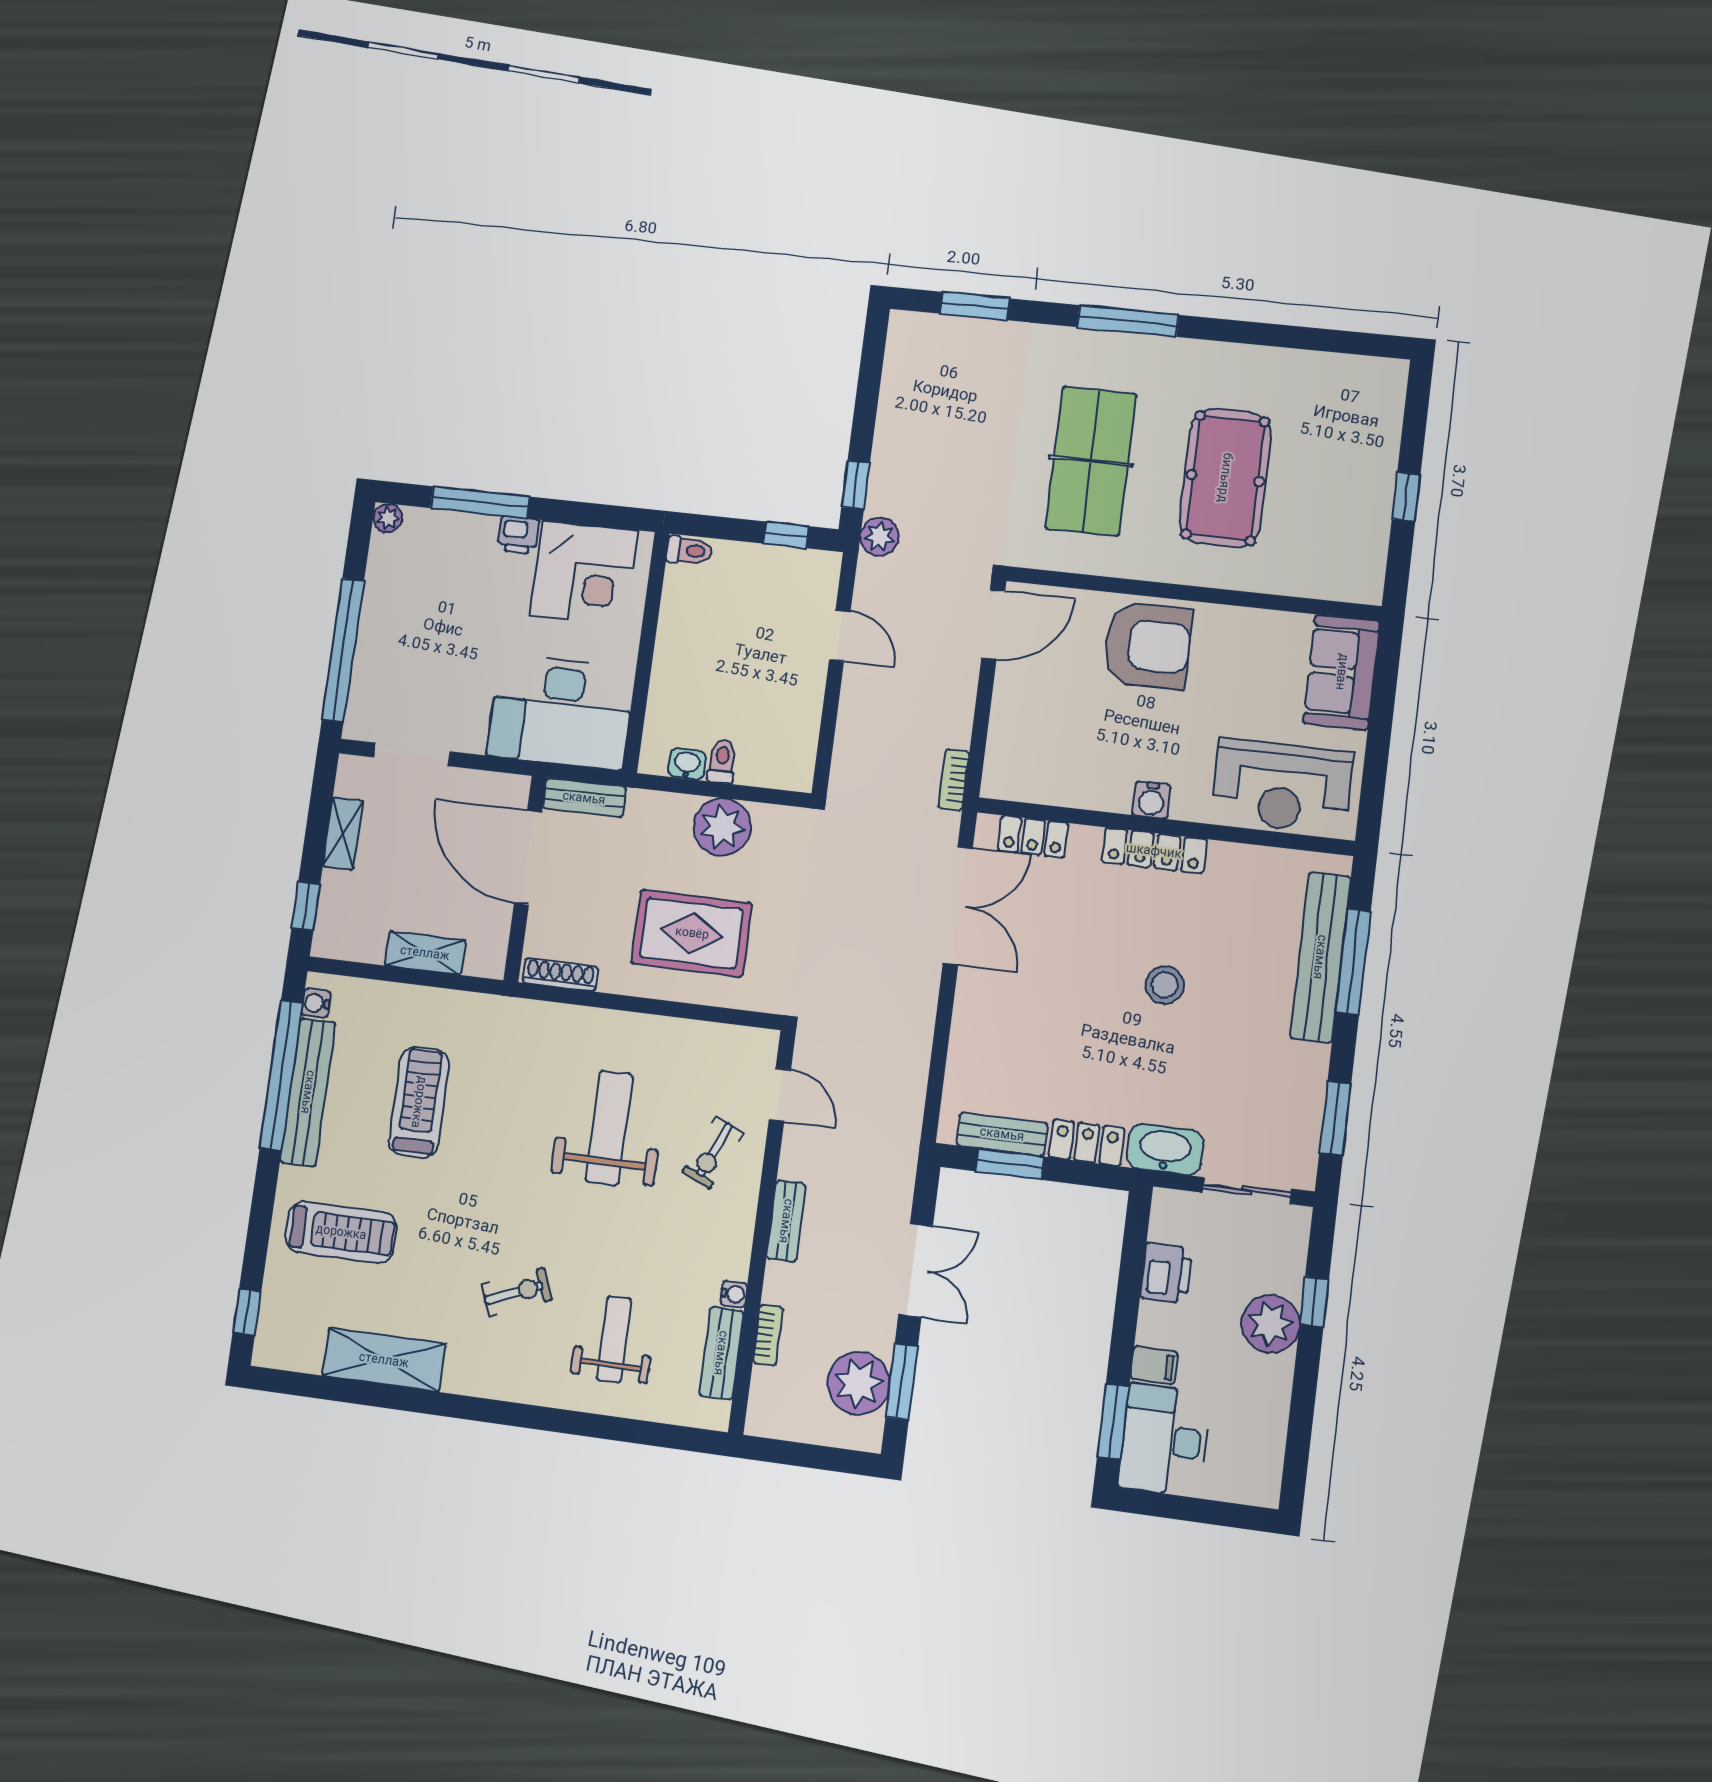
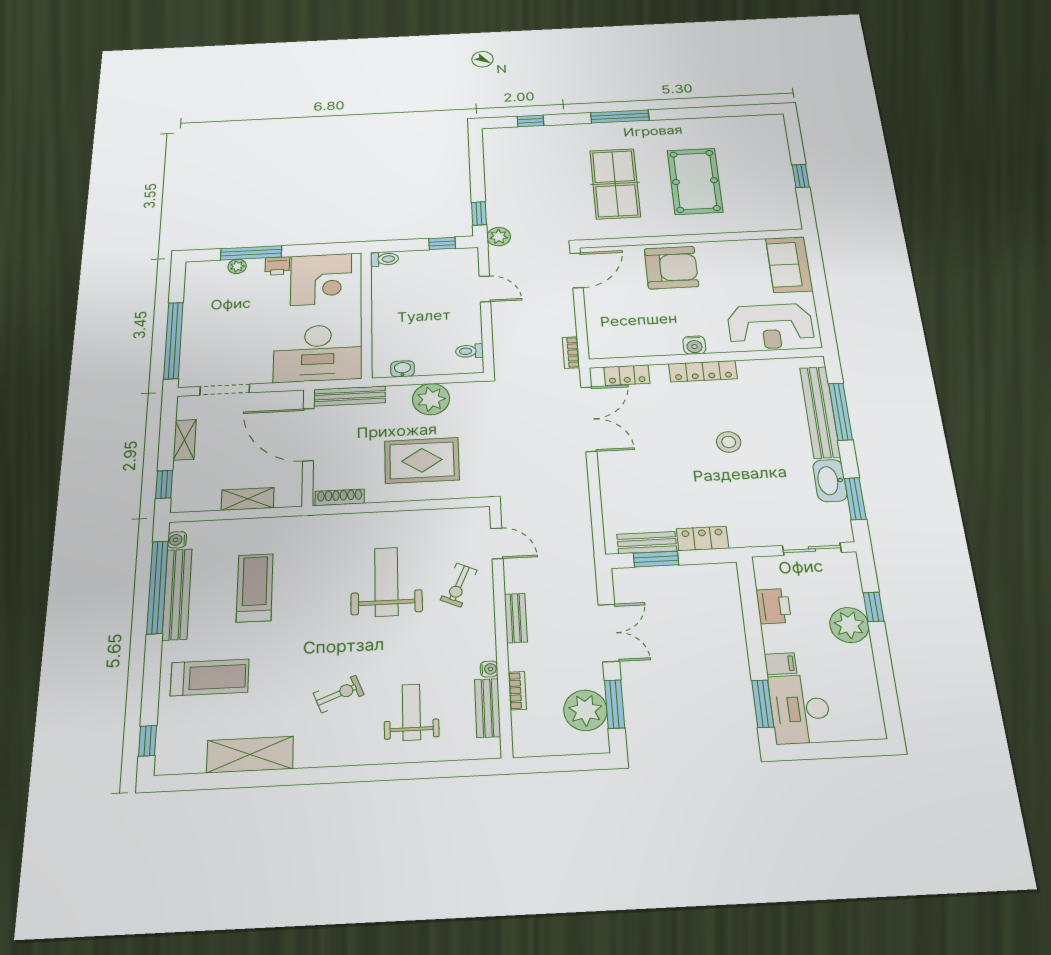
window: (975, 306) -> (530, 121), width x0.67
plant: (388, 518) -> (237, 266), moved
toilet: (722, 761) -> (469, 351), moved, turned -90
bench: (584, 798) -> (349, 396), width x1.36
washbasin: (1165, 1149) -> (830, 481), moved, turned -90

